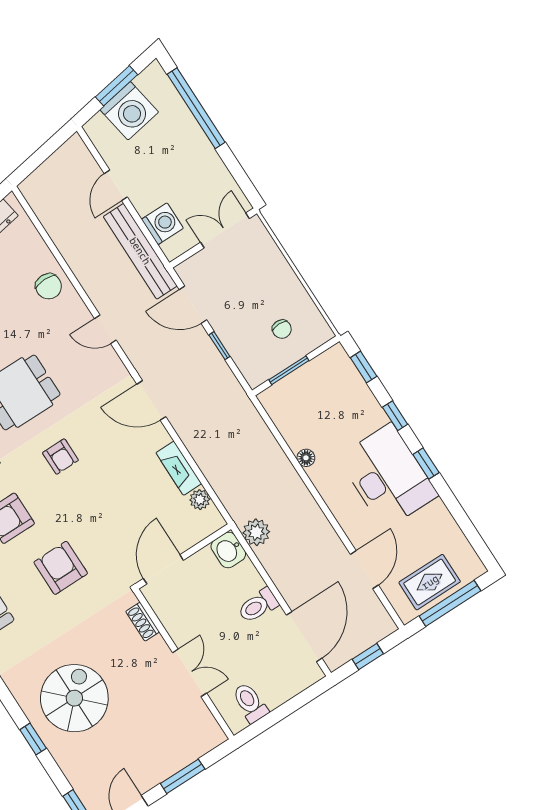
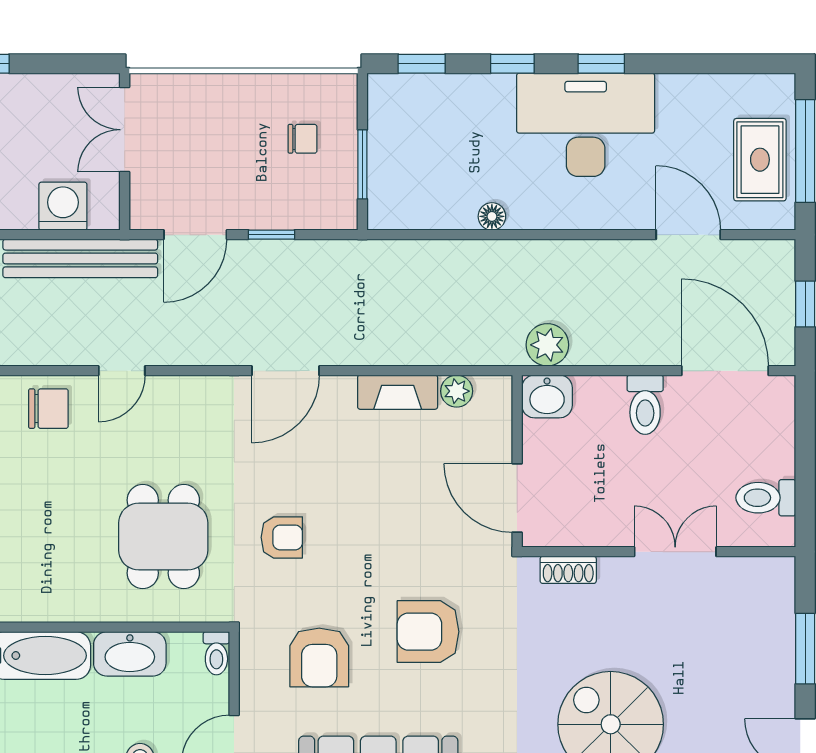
door: (105, 329) -> (122, 371), moved

